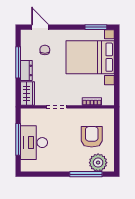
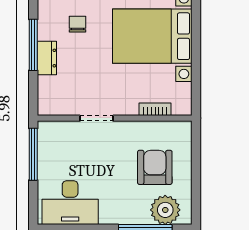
wardrobe: (27, 94) -> (49, 96), removed
window: (18, 139) -> (33, 154), moved
desk: (34, 143) -> (70, 203), moved, turned -90

